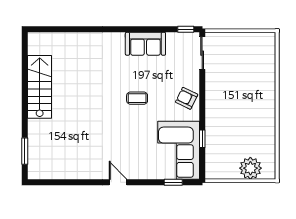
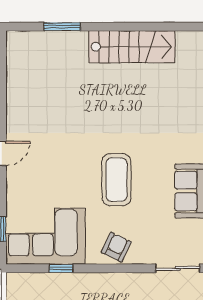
coffee table: (137, 98) -> (116, 180), width x1.86, depth x1.72
window: (25, 151) -> (62, 27), moved

